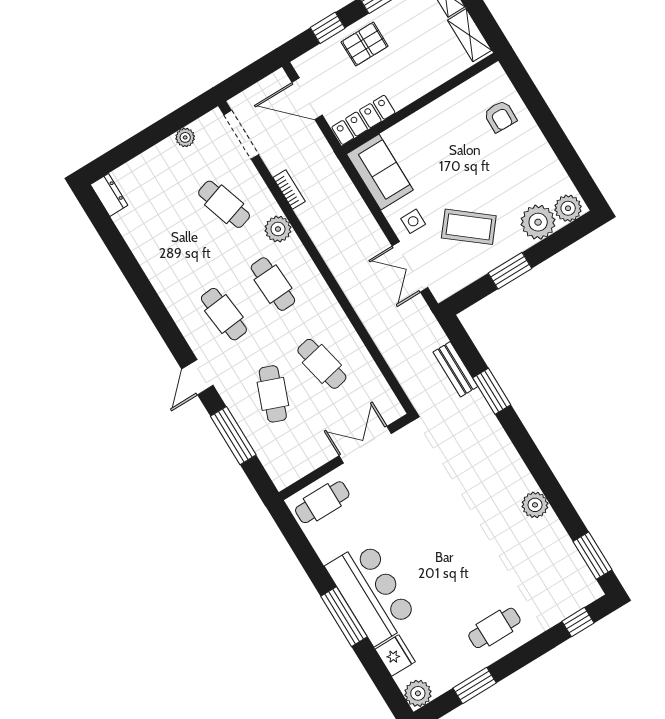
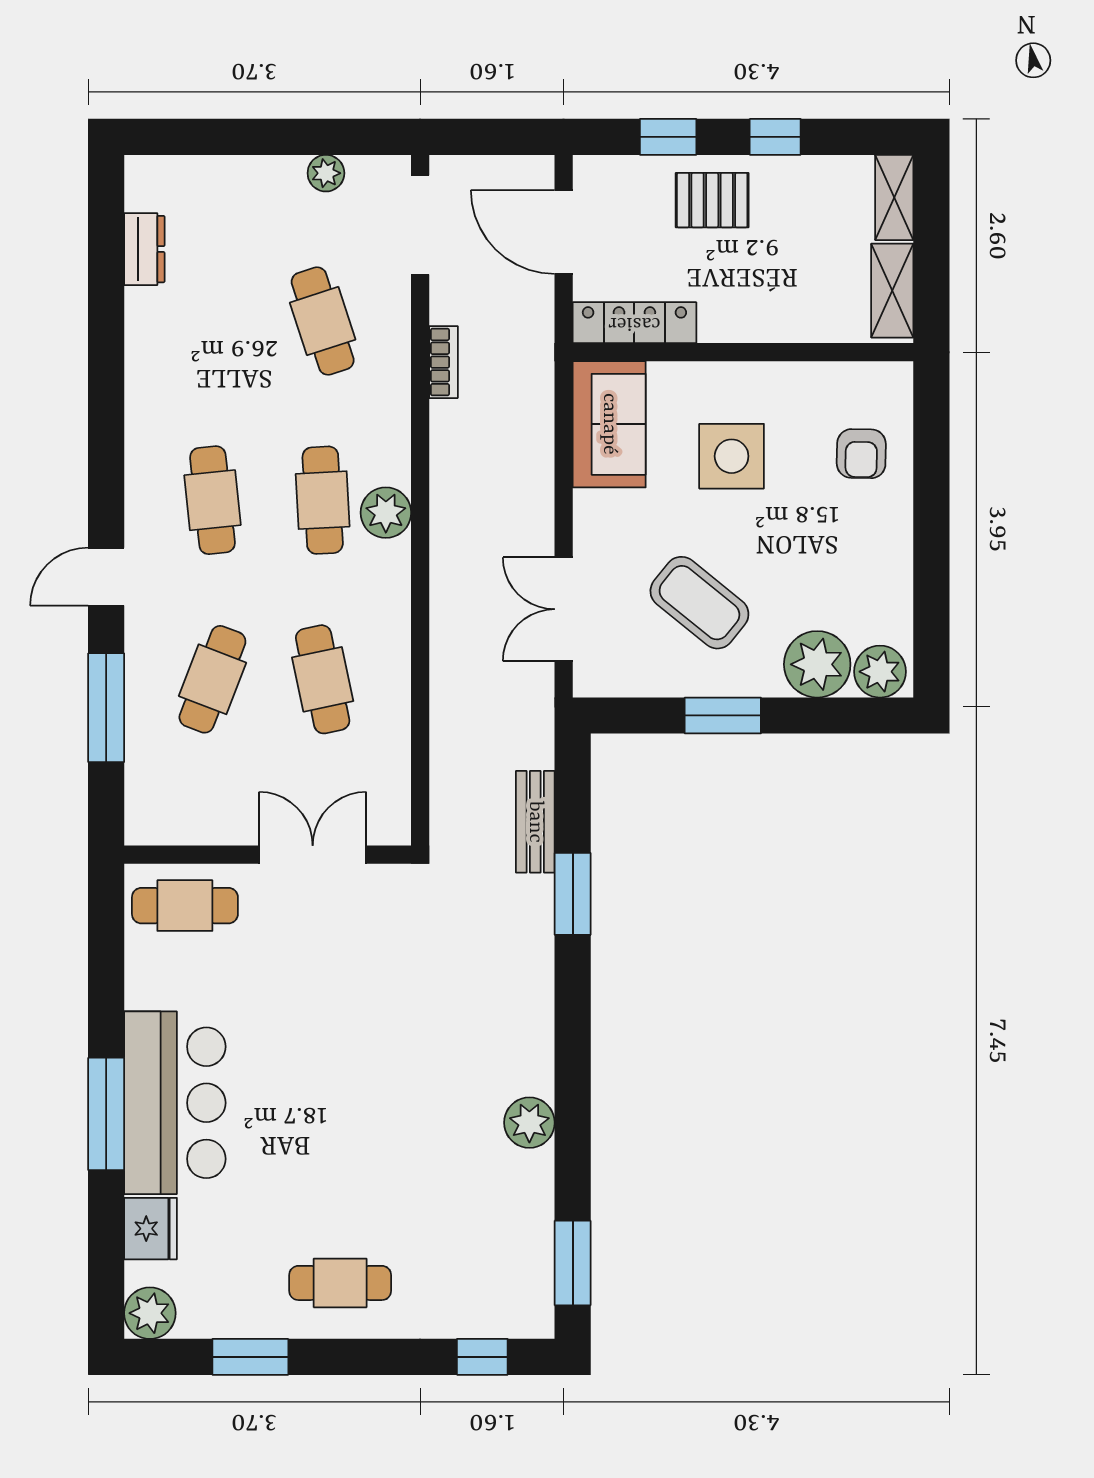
dresser: (109, 195) -> (144, 249), moved
side table: (413, 221) -> (732, 456), moved, width x1.87, depth x1.87
plant: (278, 229) -> (386, 513), moved

